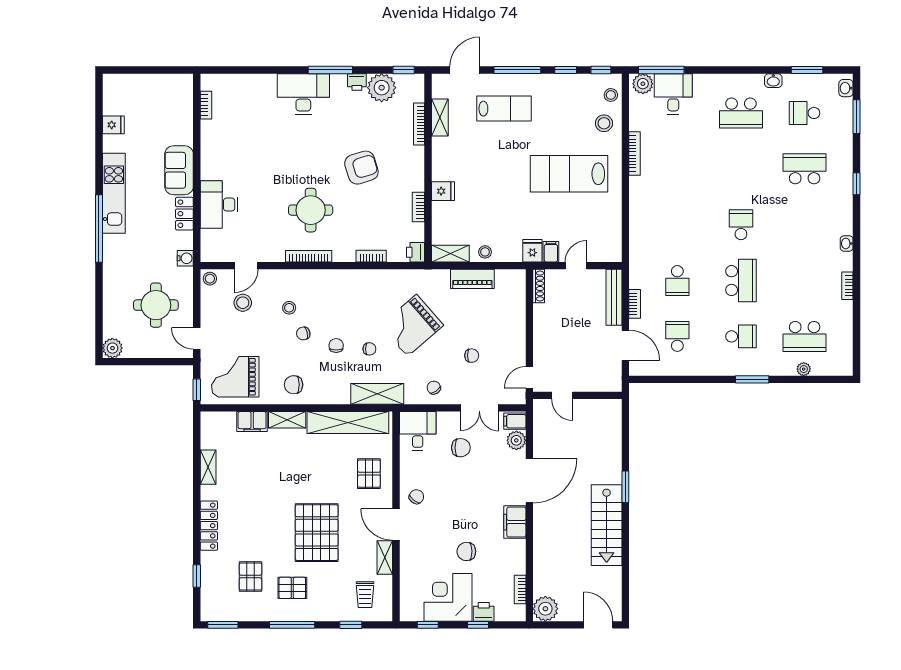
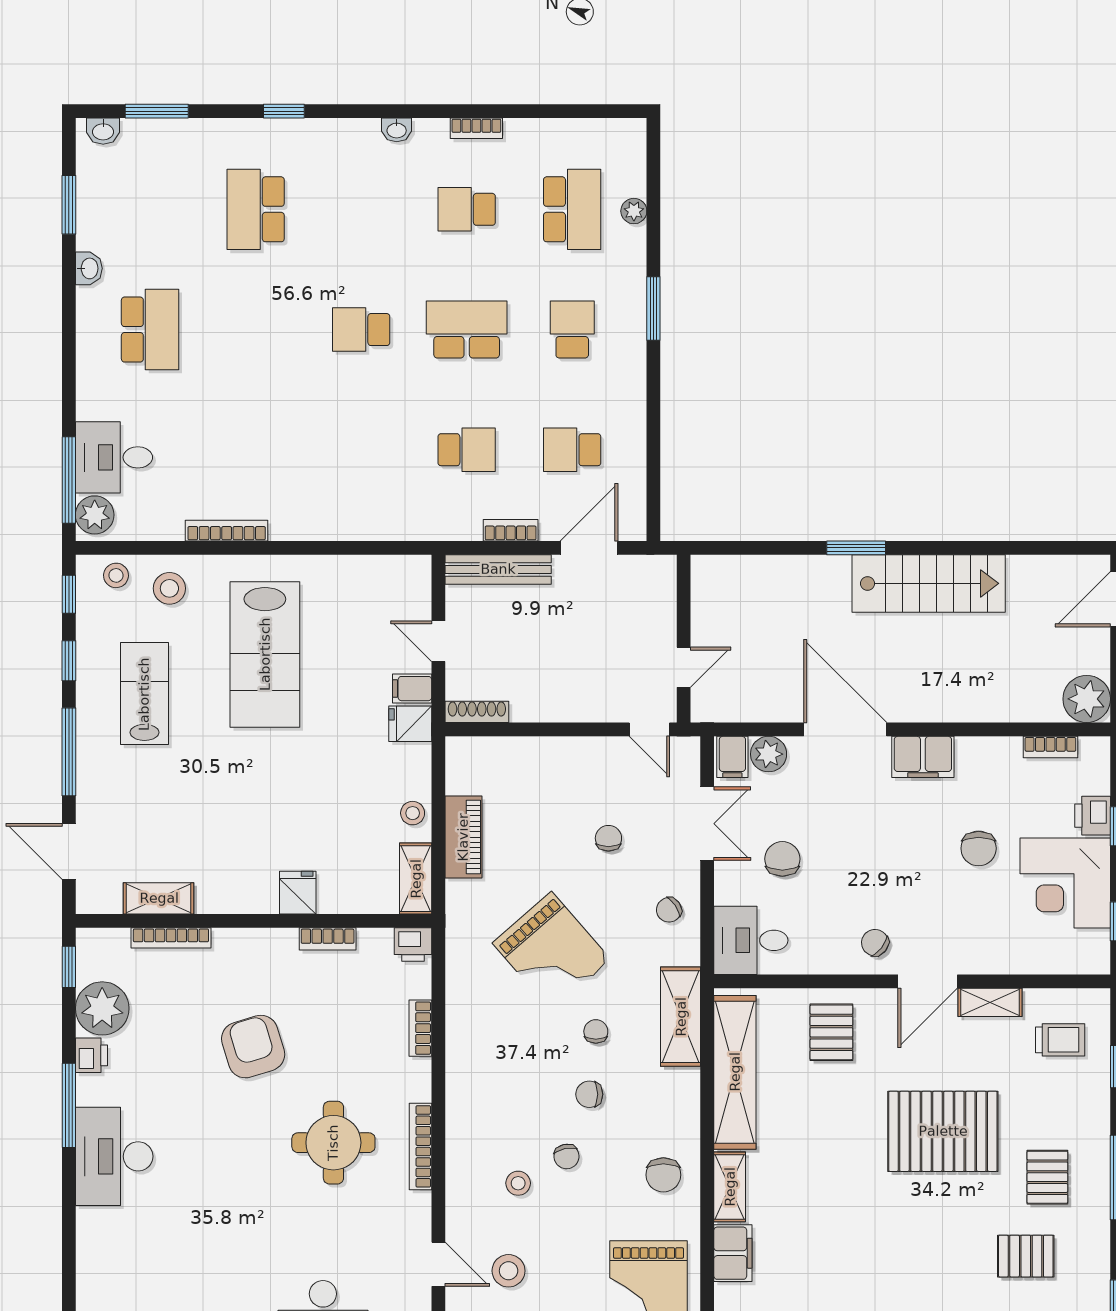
lab bench: (504, 109) -> (144, 694), moved
school desk: (805, 113) -> (467, 209), moved, turned 90
pallet: (369, 474) -> (831, 1032), turned 90

